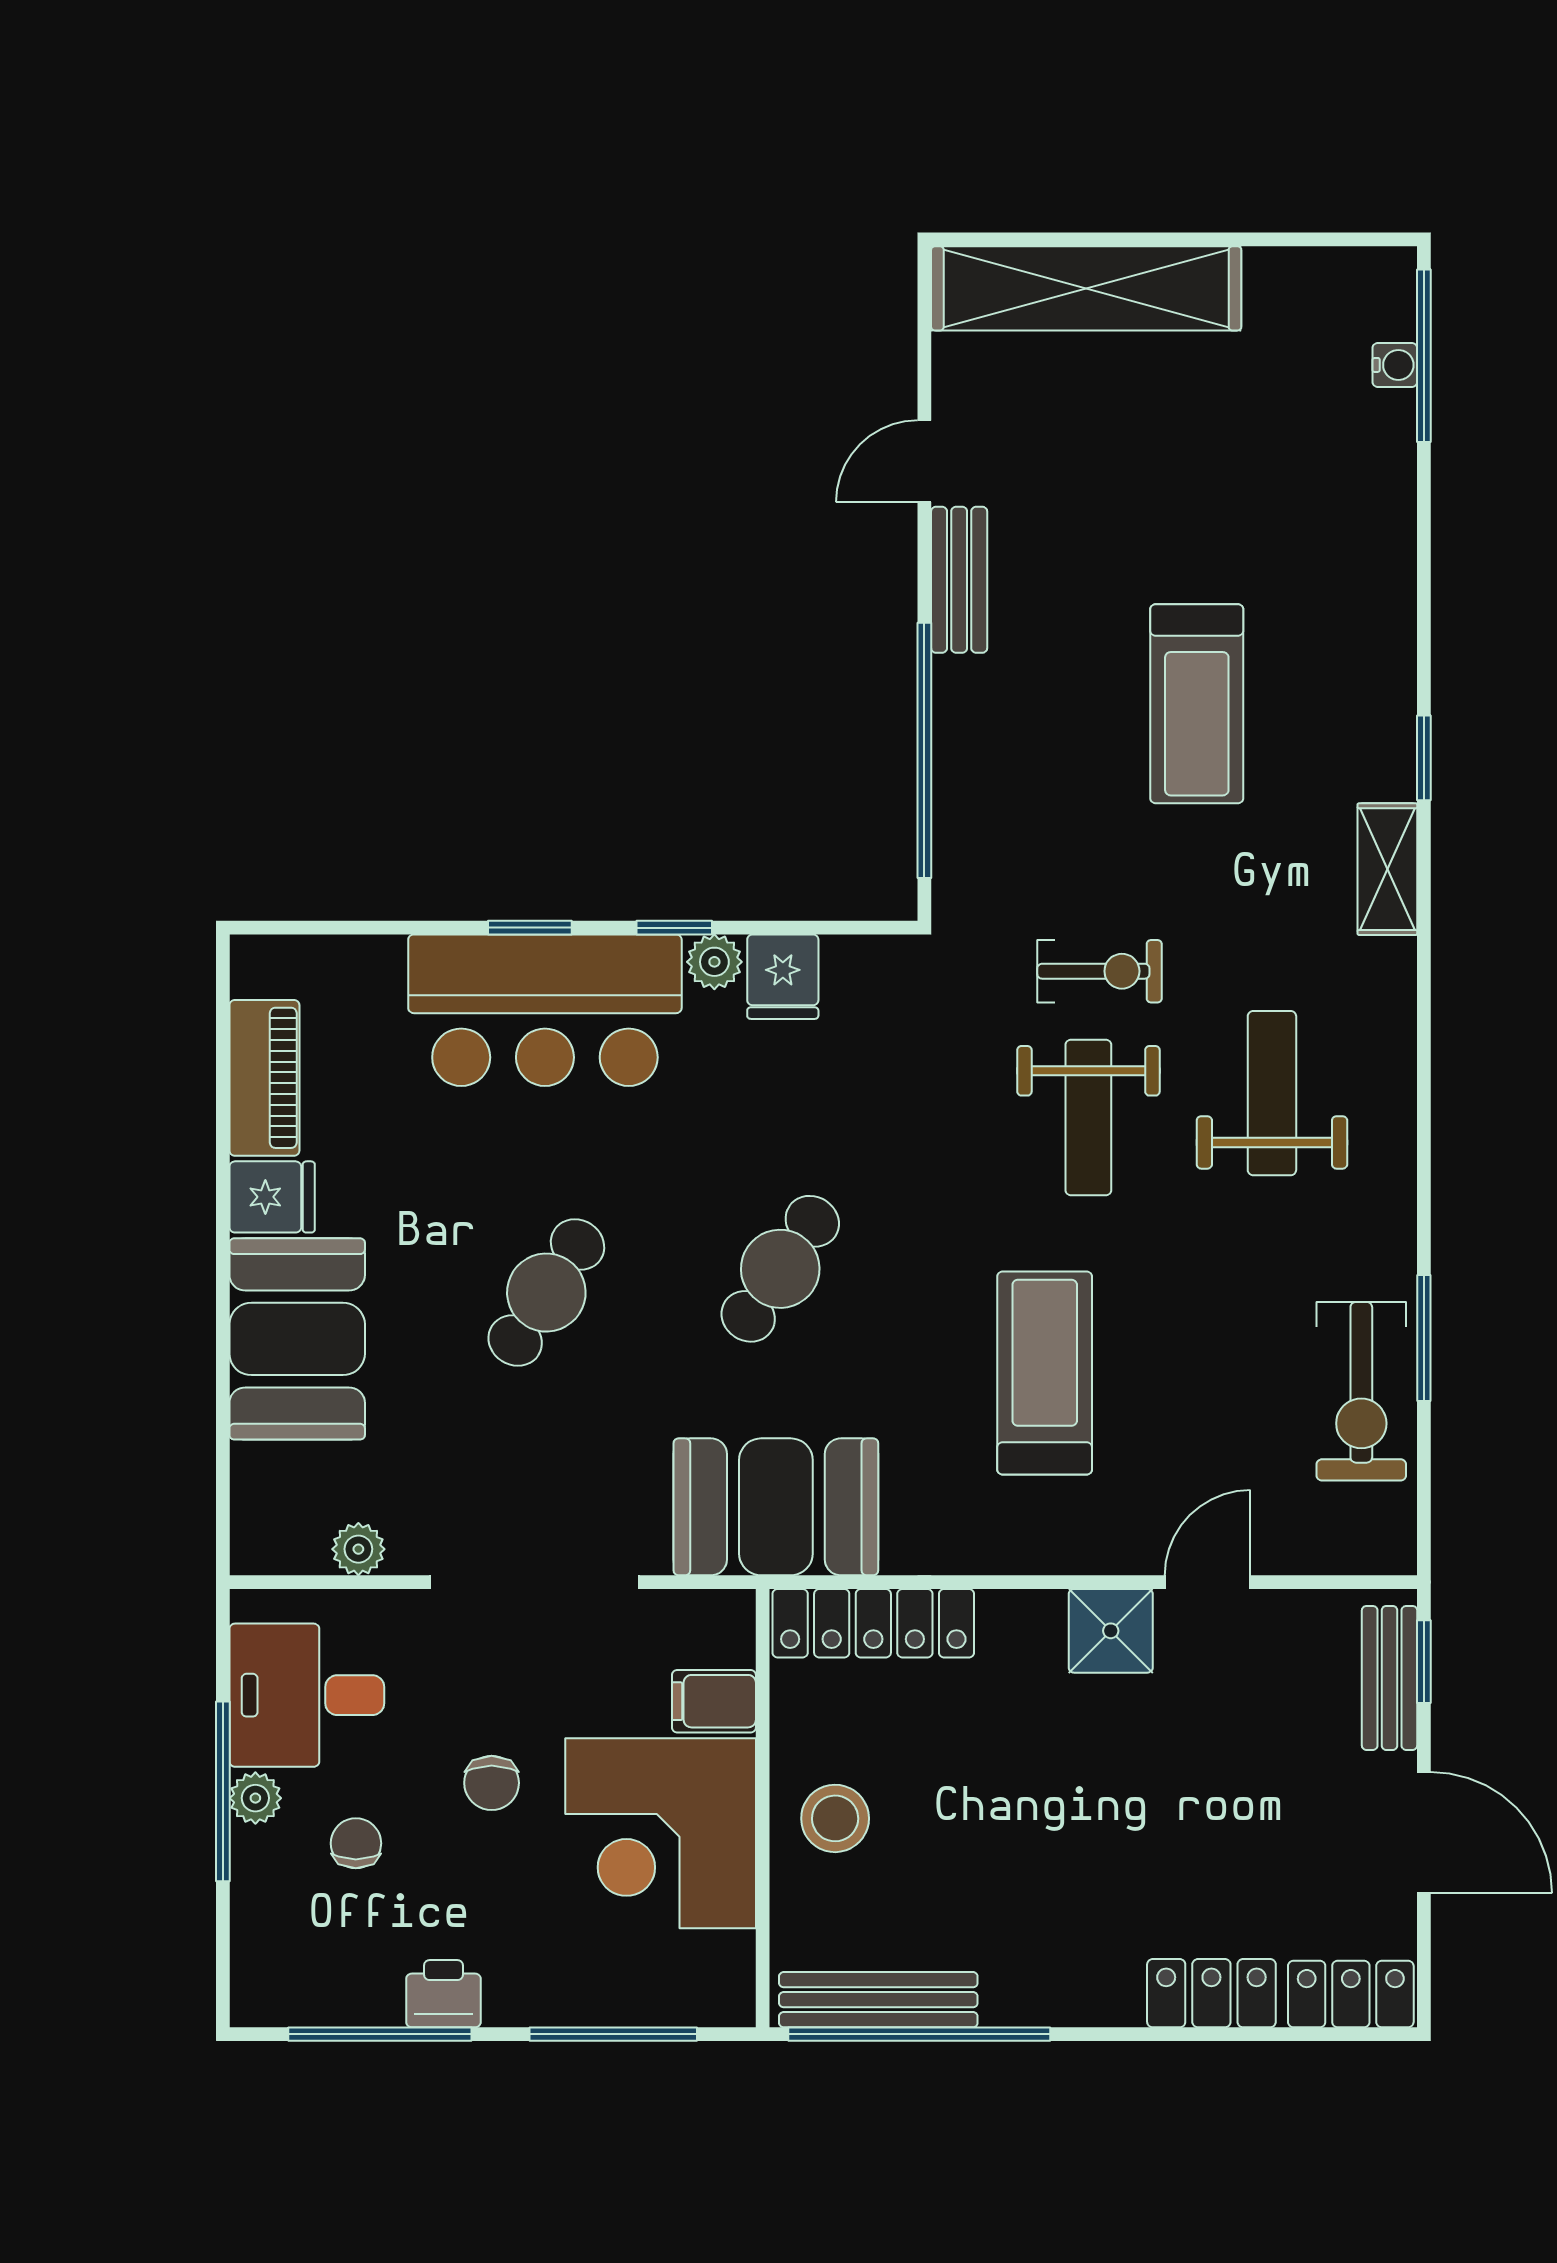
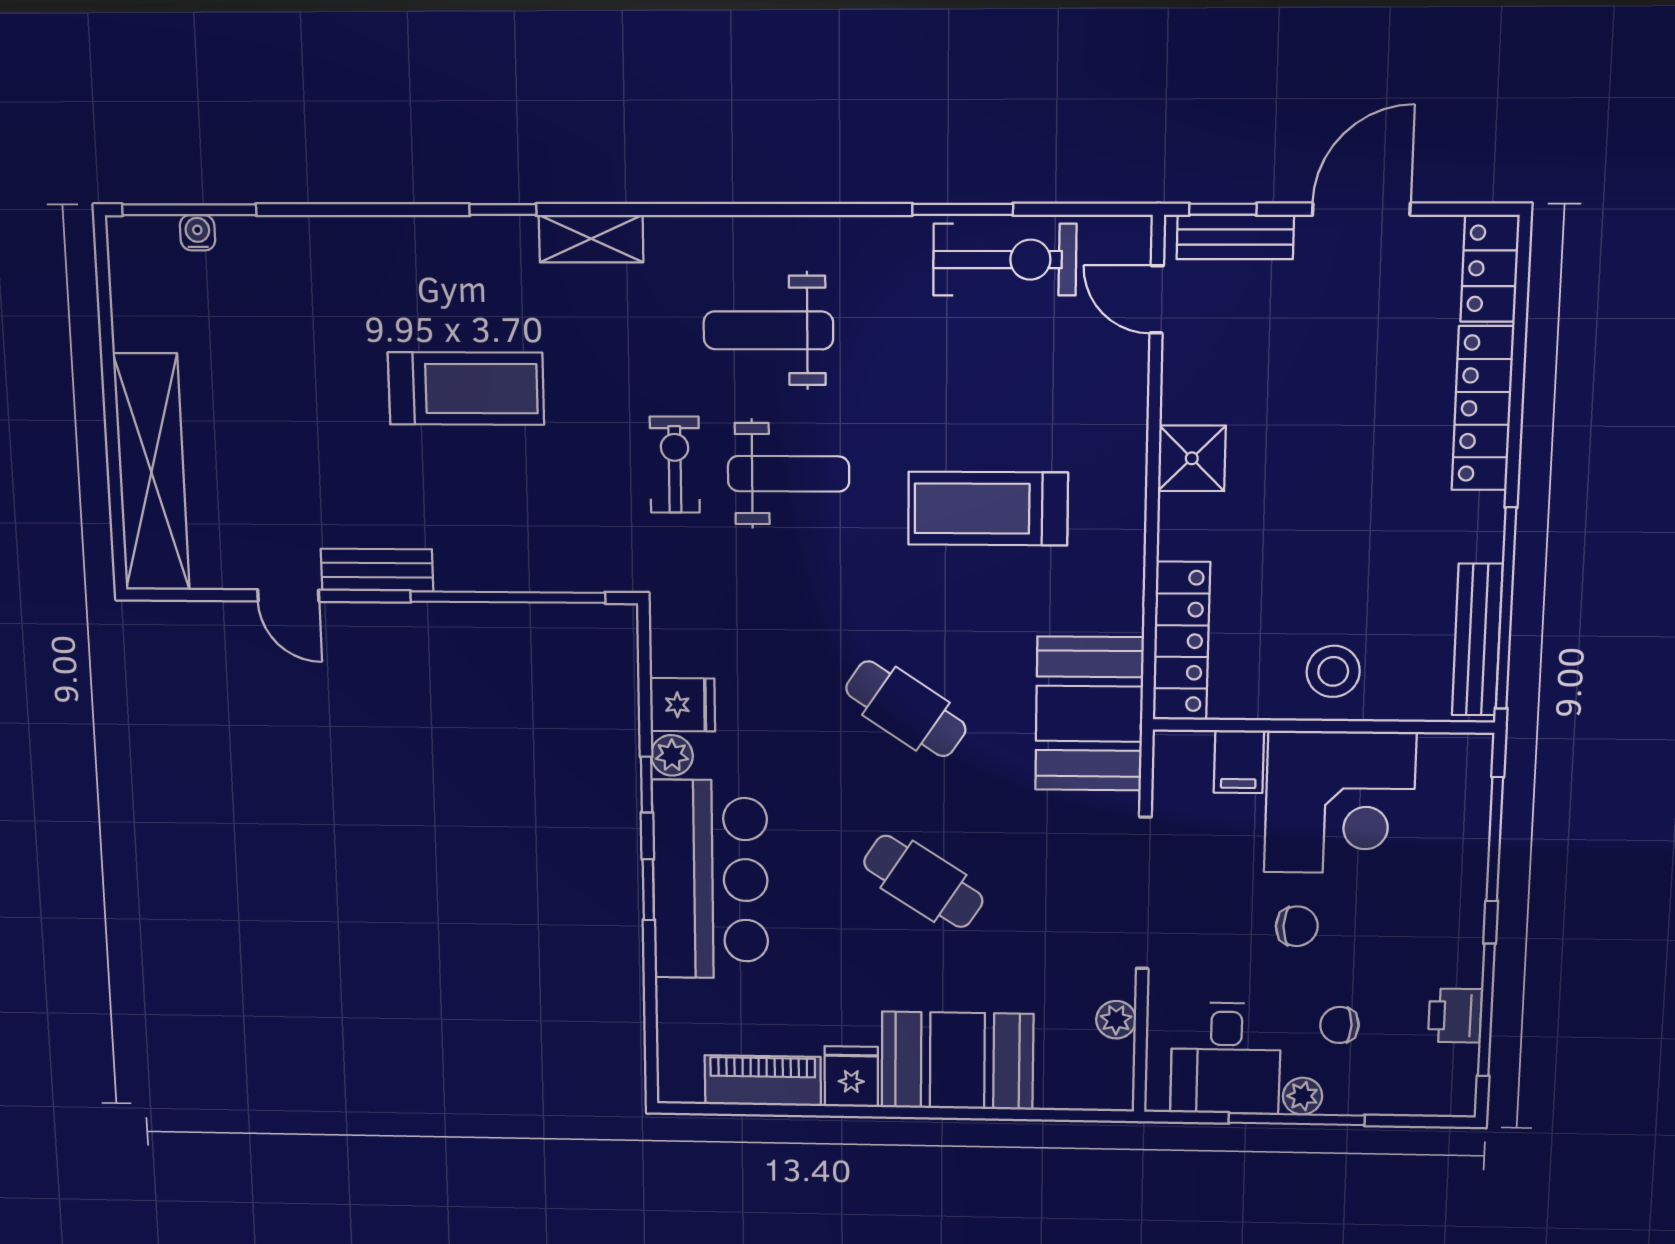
door: (1208, 1582) -> (1157, 299), moved
locker: (1211, 1993) -> (1483, 408), width x1.53
printer: (443, 1994) -> (1455, 1016), moved

